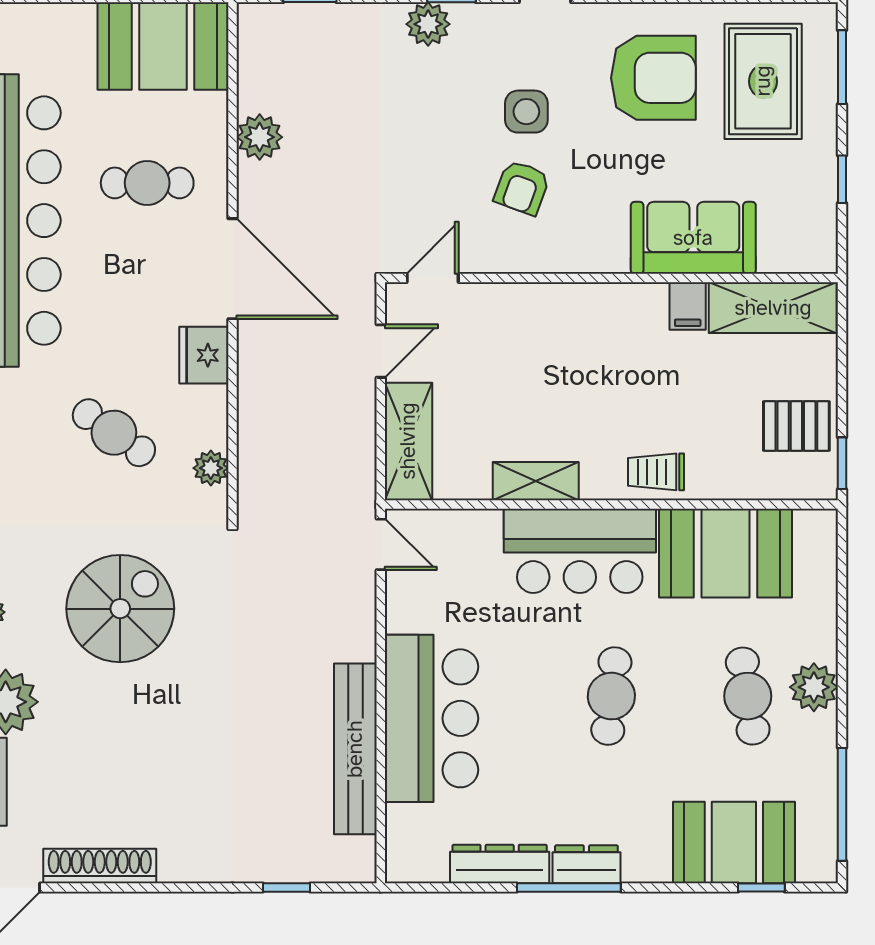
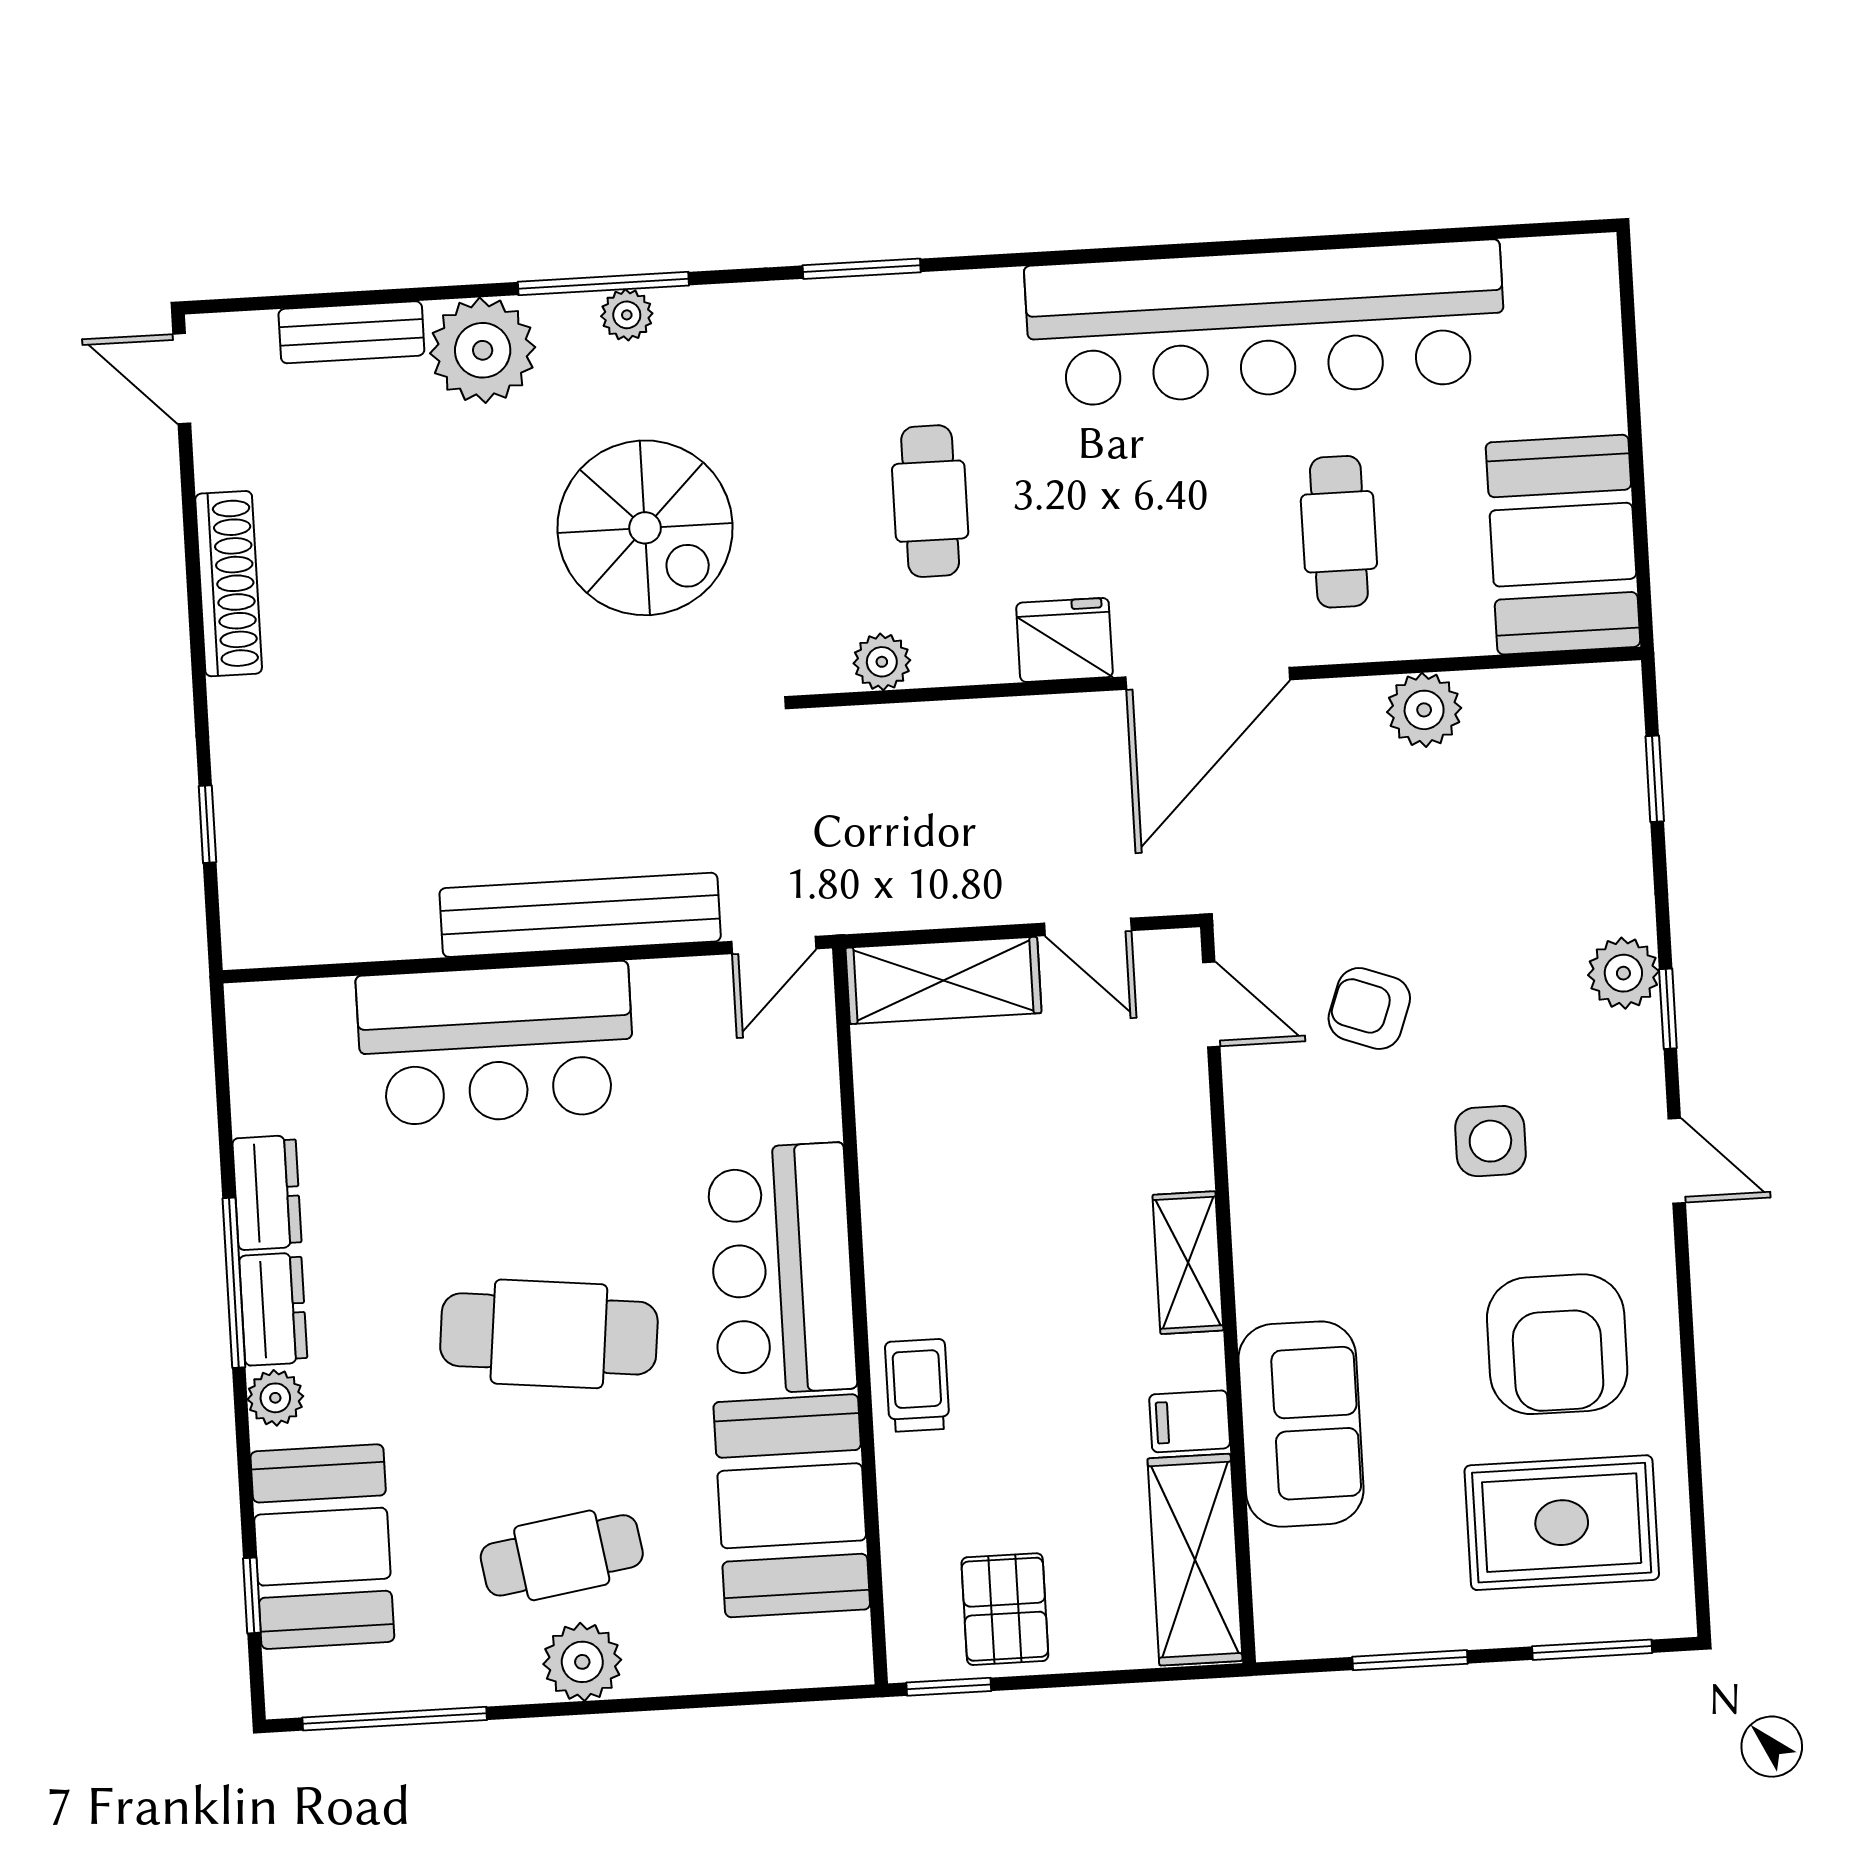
window: (842, 179) -> (1410, 1660), width x1.50
armchair: (522, 188) -> (1369, 1008), moved
cafe table: (114, 433) -> (930, 501), turned -35
shelving: (536, 481) -> (1188, 1263), moved
cafe table: (611, 696) -> (549, 1334), width x1.37, depth x1.35
bench: (355, 749) -> (580, 915), moved
dresser: (500, 864) -> (267, 1193), width x0.70
shoe rack: (100, 866) -> (229, 584), moved
plant: (641, 866) -> (275, 1398), added

